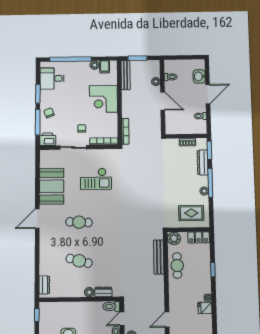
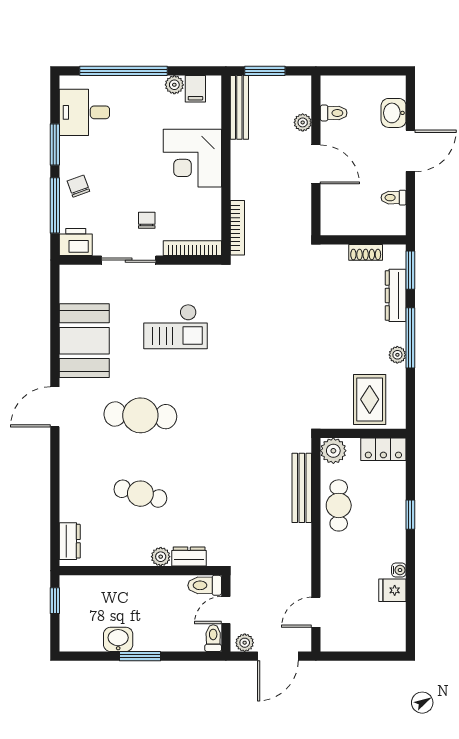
rug: (191, 213) -> (370, 399), turned 90
cafe table: (79, 222) -> (140, 415), width x1.37, depth x1.35

